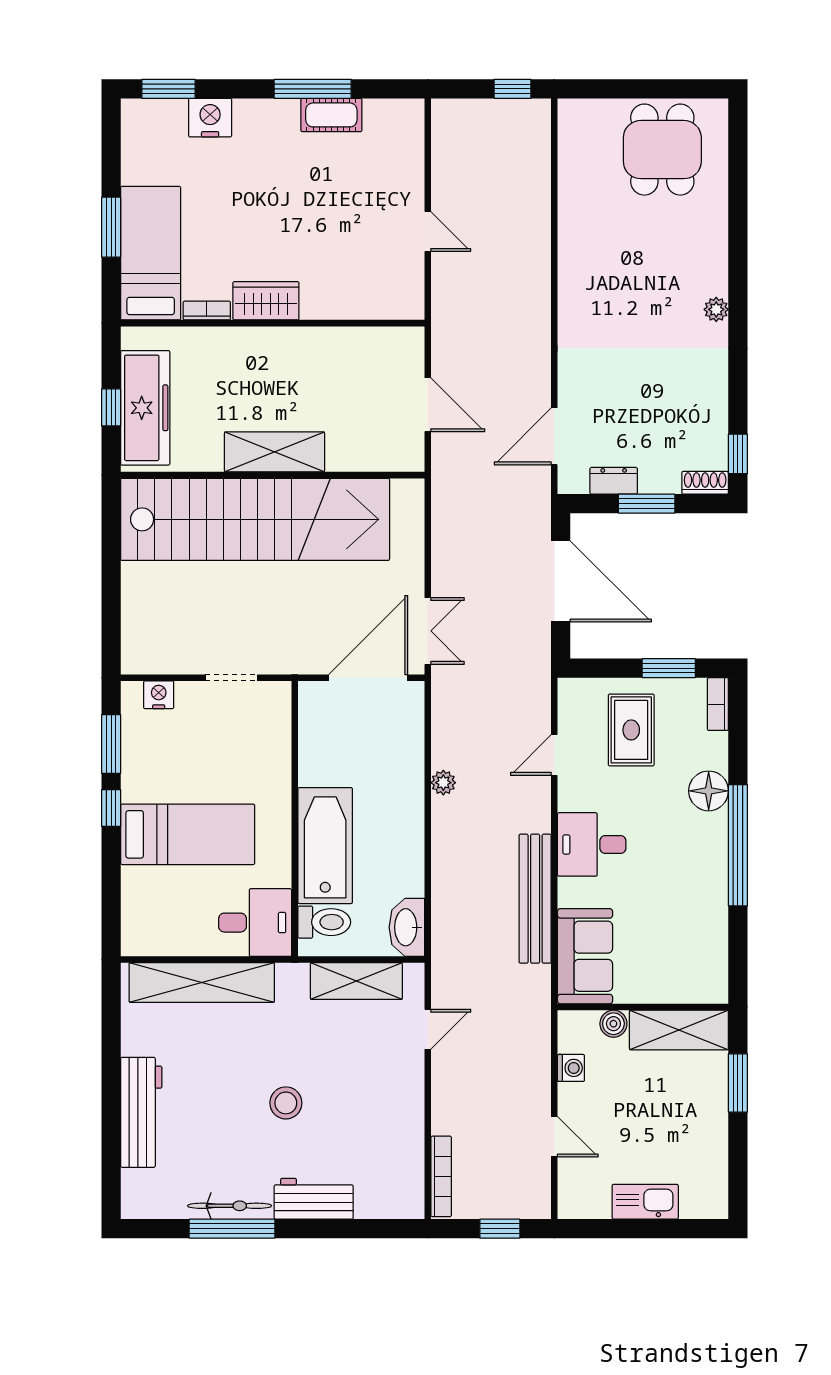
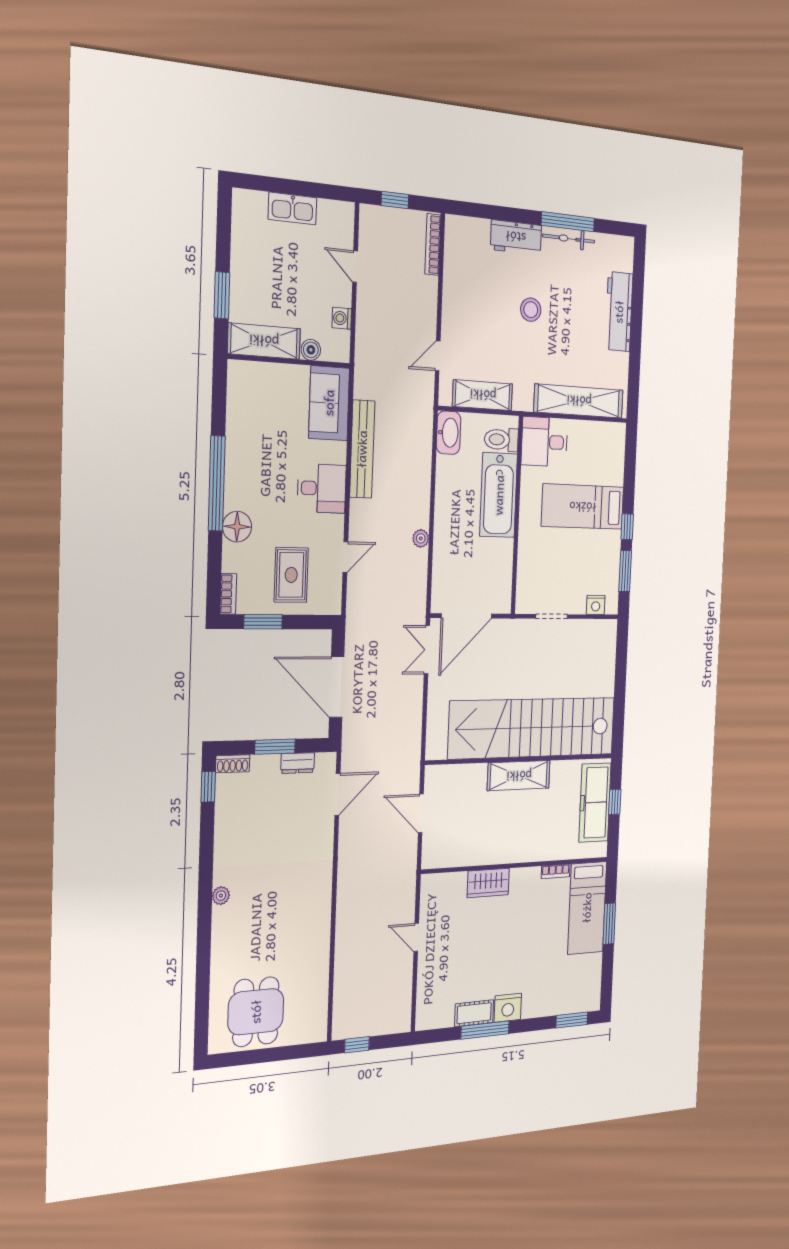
nightstand: (210, 118) -> (508, 1008), moved
wardrobe: (266, 301) -> (488, 883), moved

